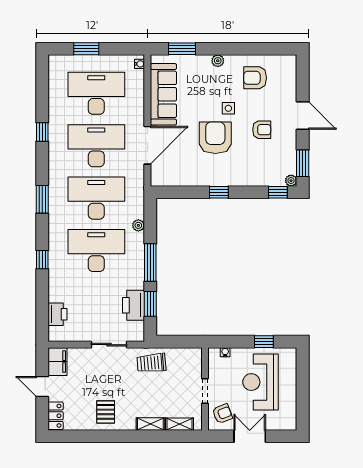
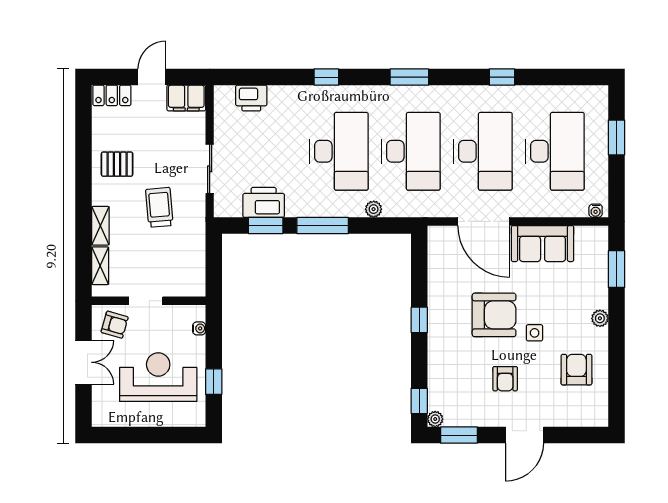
sofa: (163, 94) -> (543, 244), width x0.73
trolley: (151, 363) -> (159, 207), moved
armchair: (222, 414) -> (115, 325), turned -53

